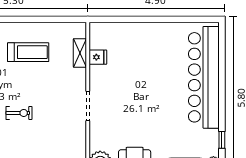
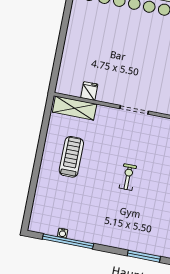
shelving: (80, 53) -> (75, 108), width x1.50, depth x1.33

